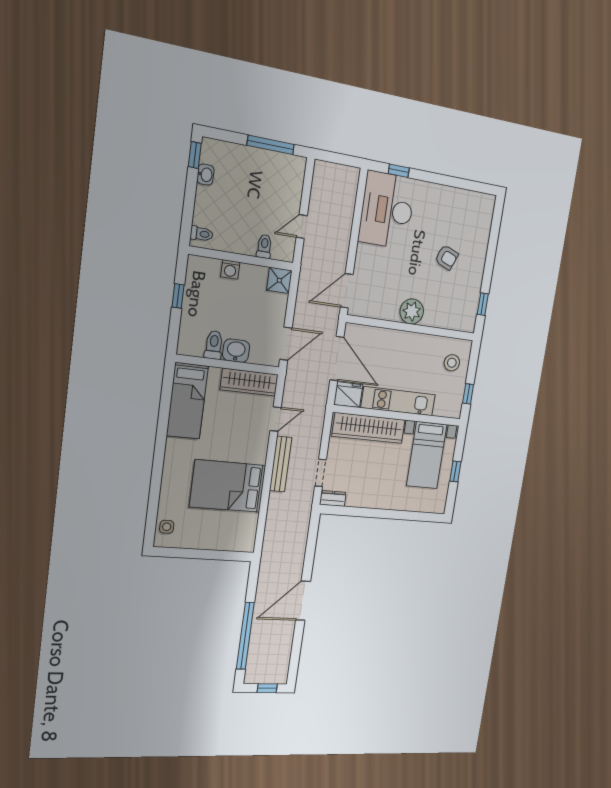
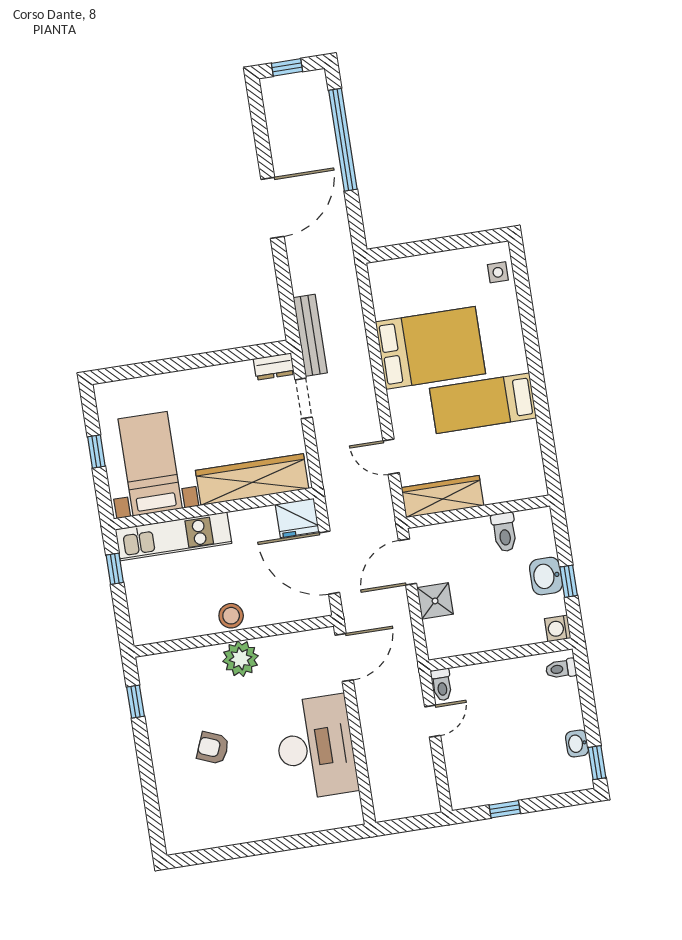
window: (271, 145) -> (505, 809), width x0.46
window: (399, 171) -> (321, 838), removed
desk: (387, 210) -> (316, 747), moved
toilet: (264, 246) -> (442, 685), moved
washing machine: (230, 269) -> (558, 628), moved, turned -90
shower: (279, 280) -> (435, 601), moved
washbasin: (236, 351) -> (546, 576), moved, turned 90
stool: (452, 363) -> (231, 616), moved
bed: (187, 401) -> (483, 403), moved, turned -90
kitchen unit: (398, 401) -> (173, 536), moved
door: (276, 419) -> (391, 457), hinge flipped
bench: (281, 464) -> (310, 335), moved

